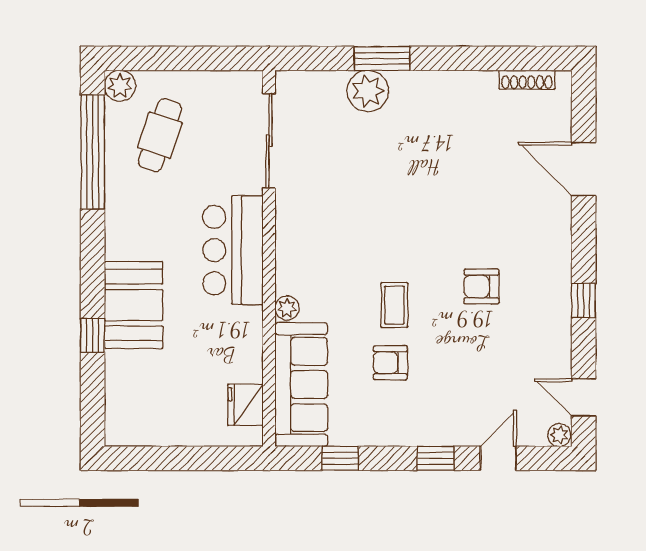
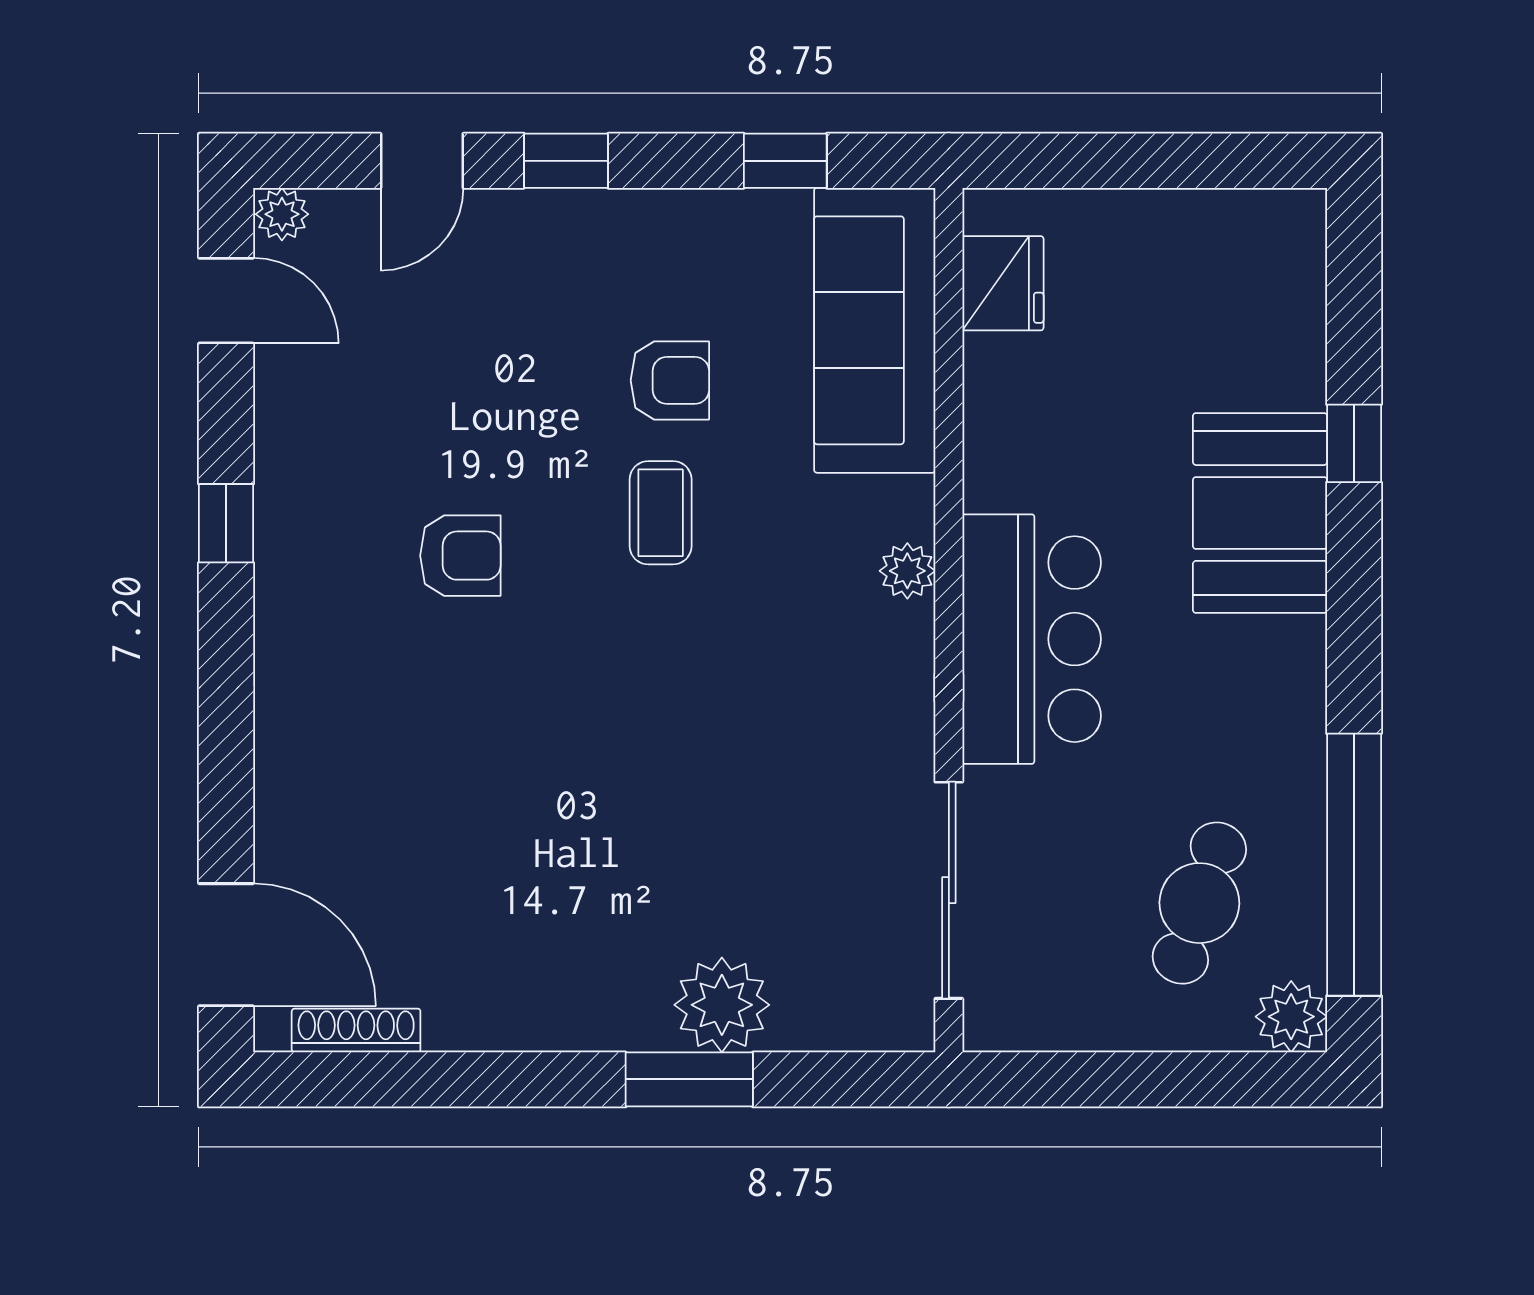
door: (584, 169) -> (226, 945), moved
plant: (287, 308) -> (907, 571), moved

